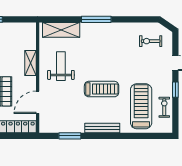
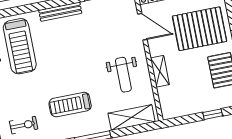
treadmill: (102, 89) -> (70, 105), moved
door: (38, 102) -> (142, 27), hinge flipped

